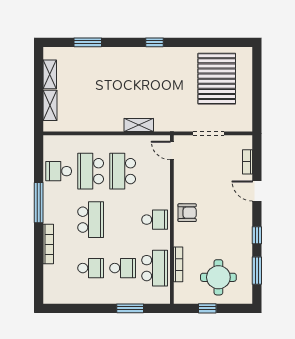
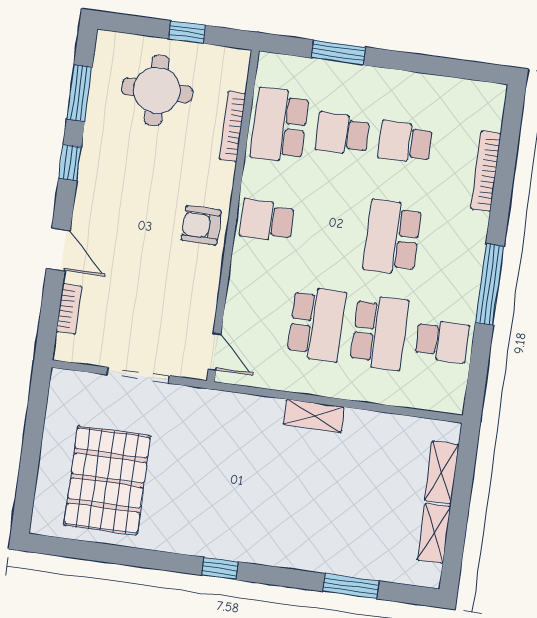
shelving: (139, 125) -> (314, 416), moved
bookcase: (48, 244) -> (486, 171), moved

